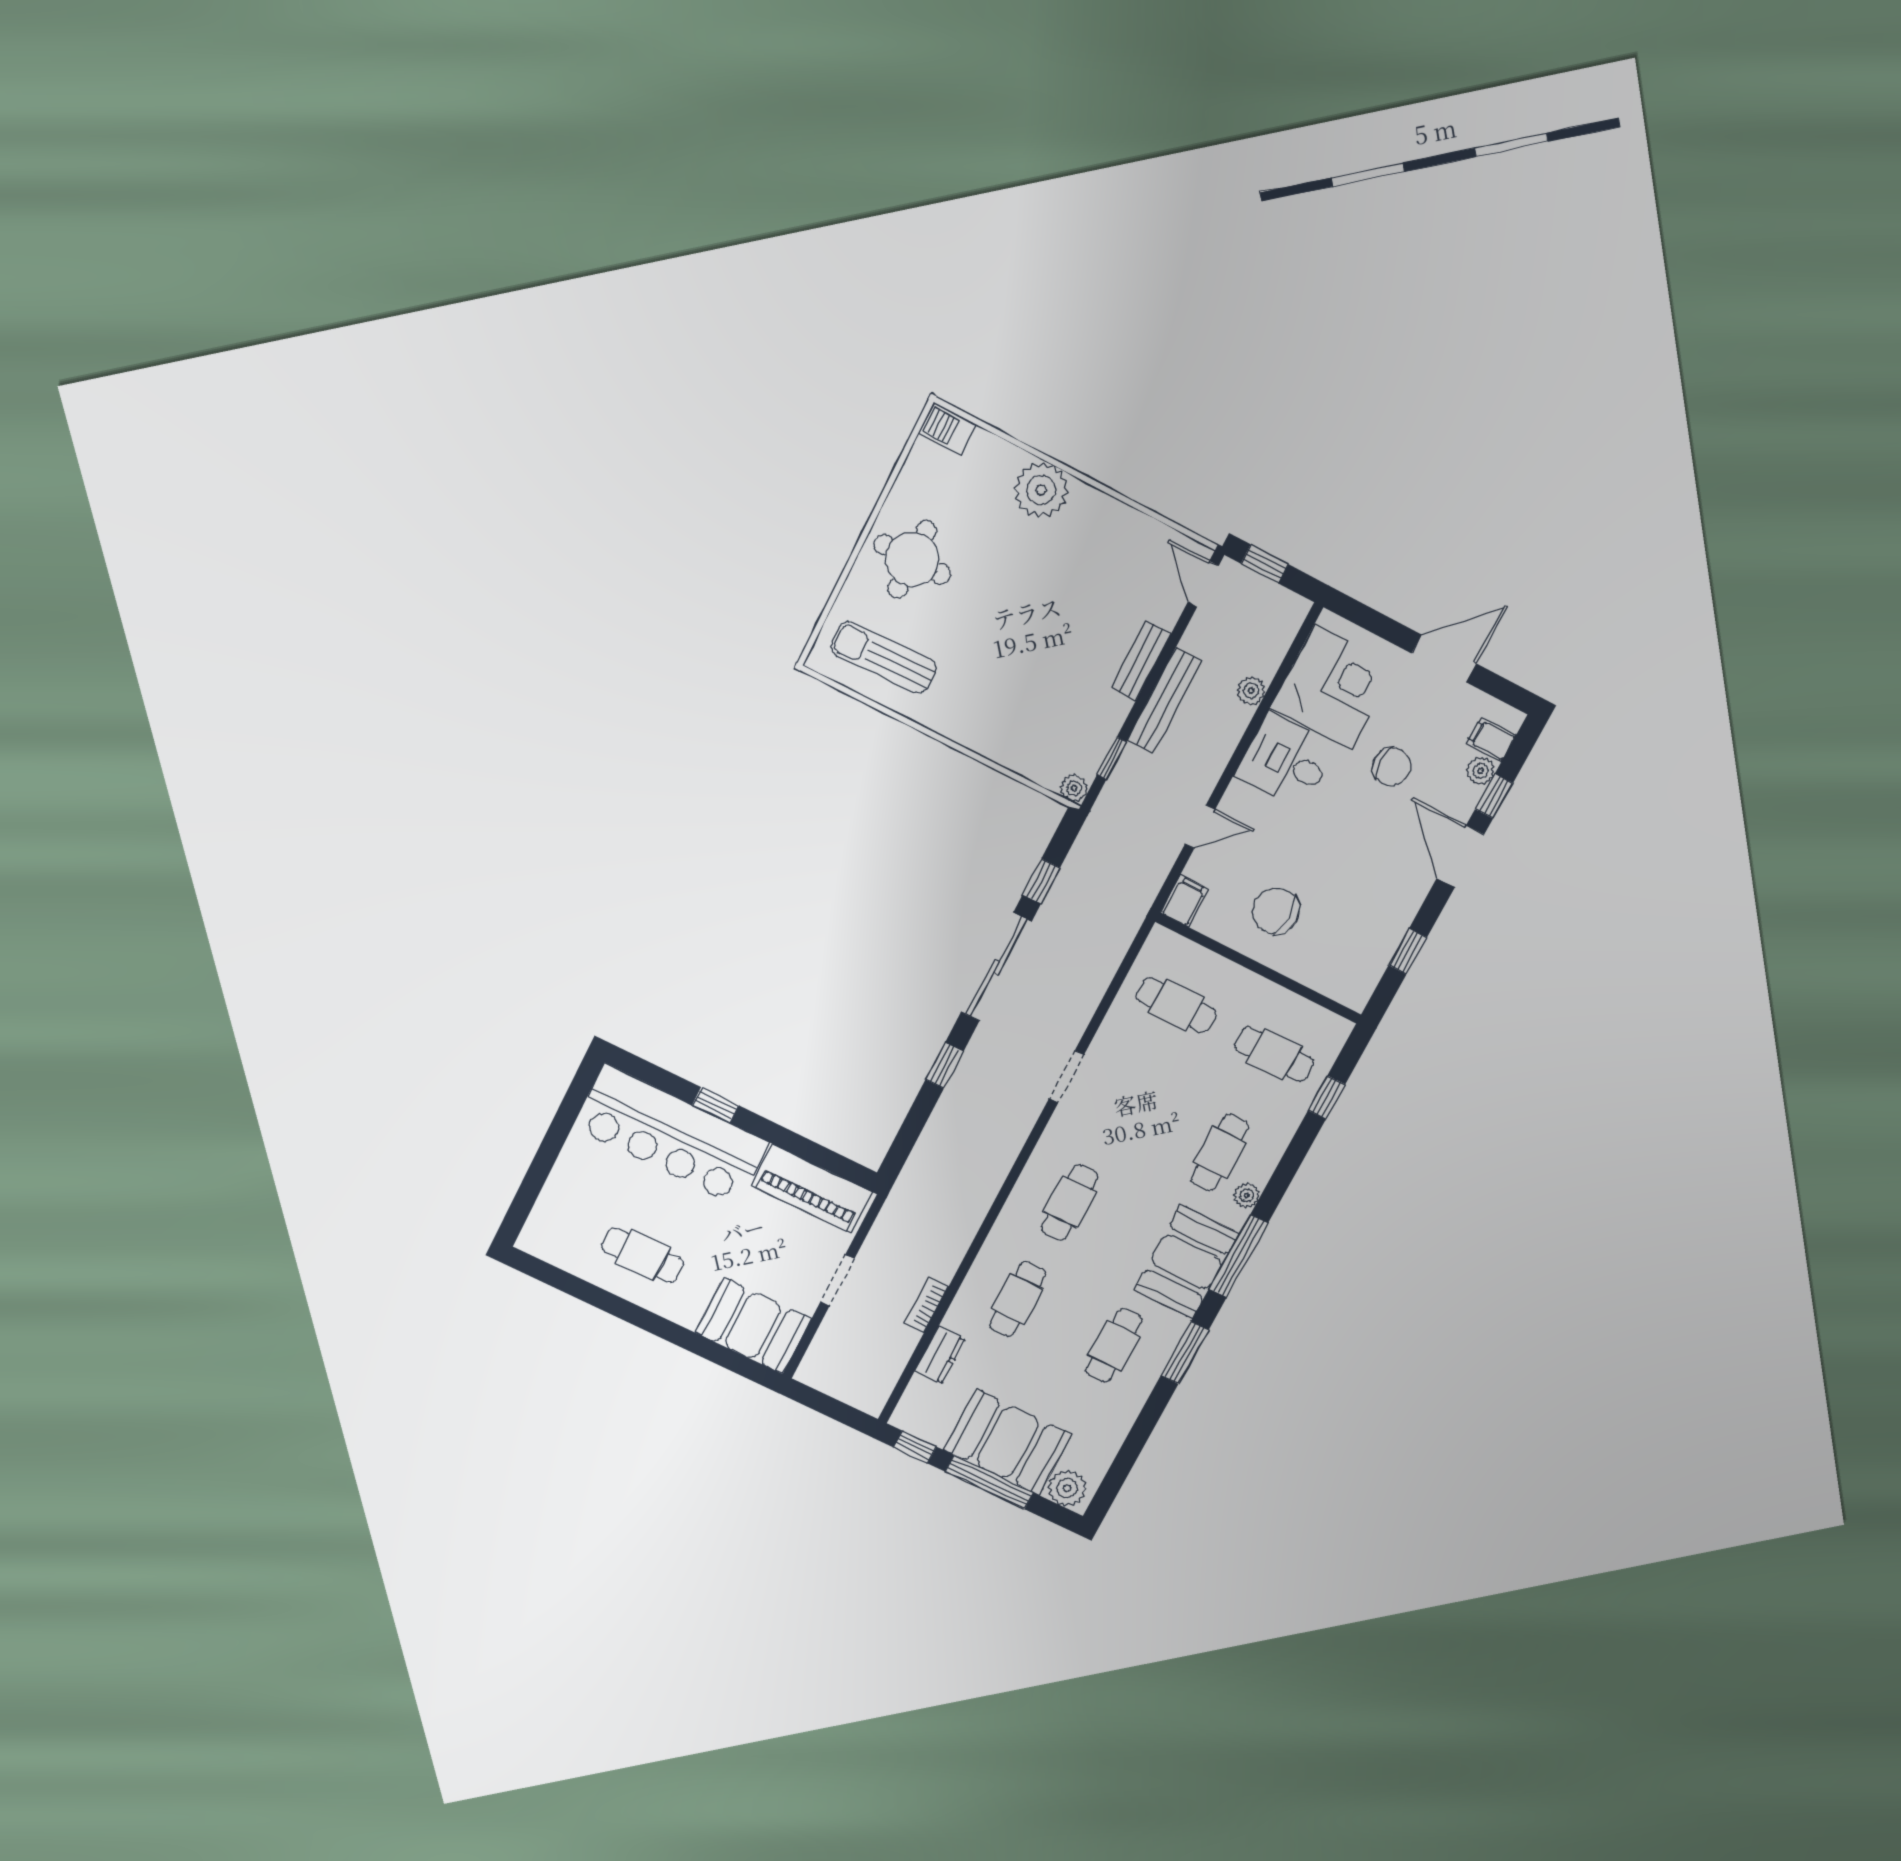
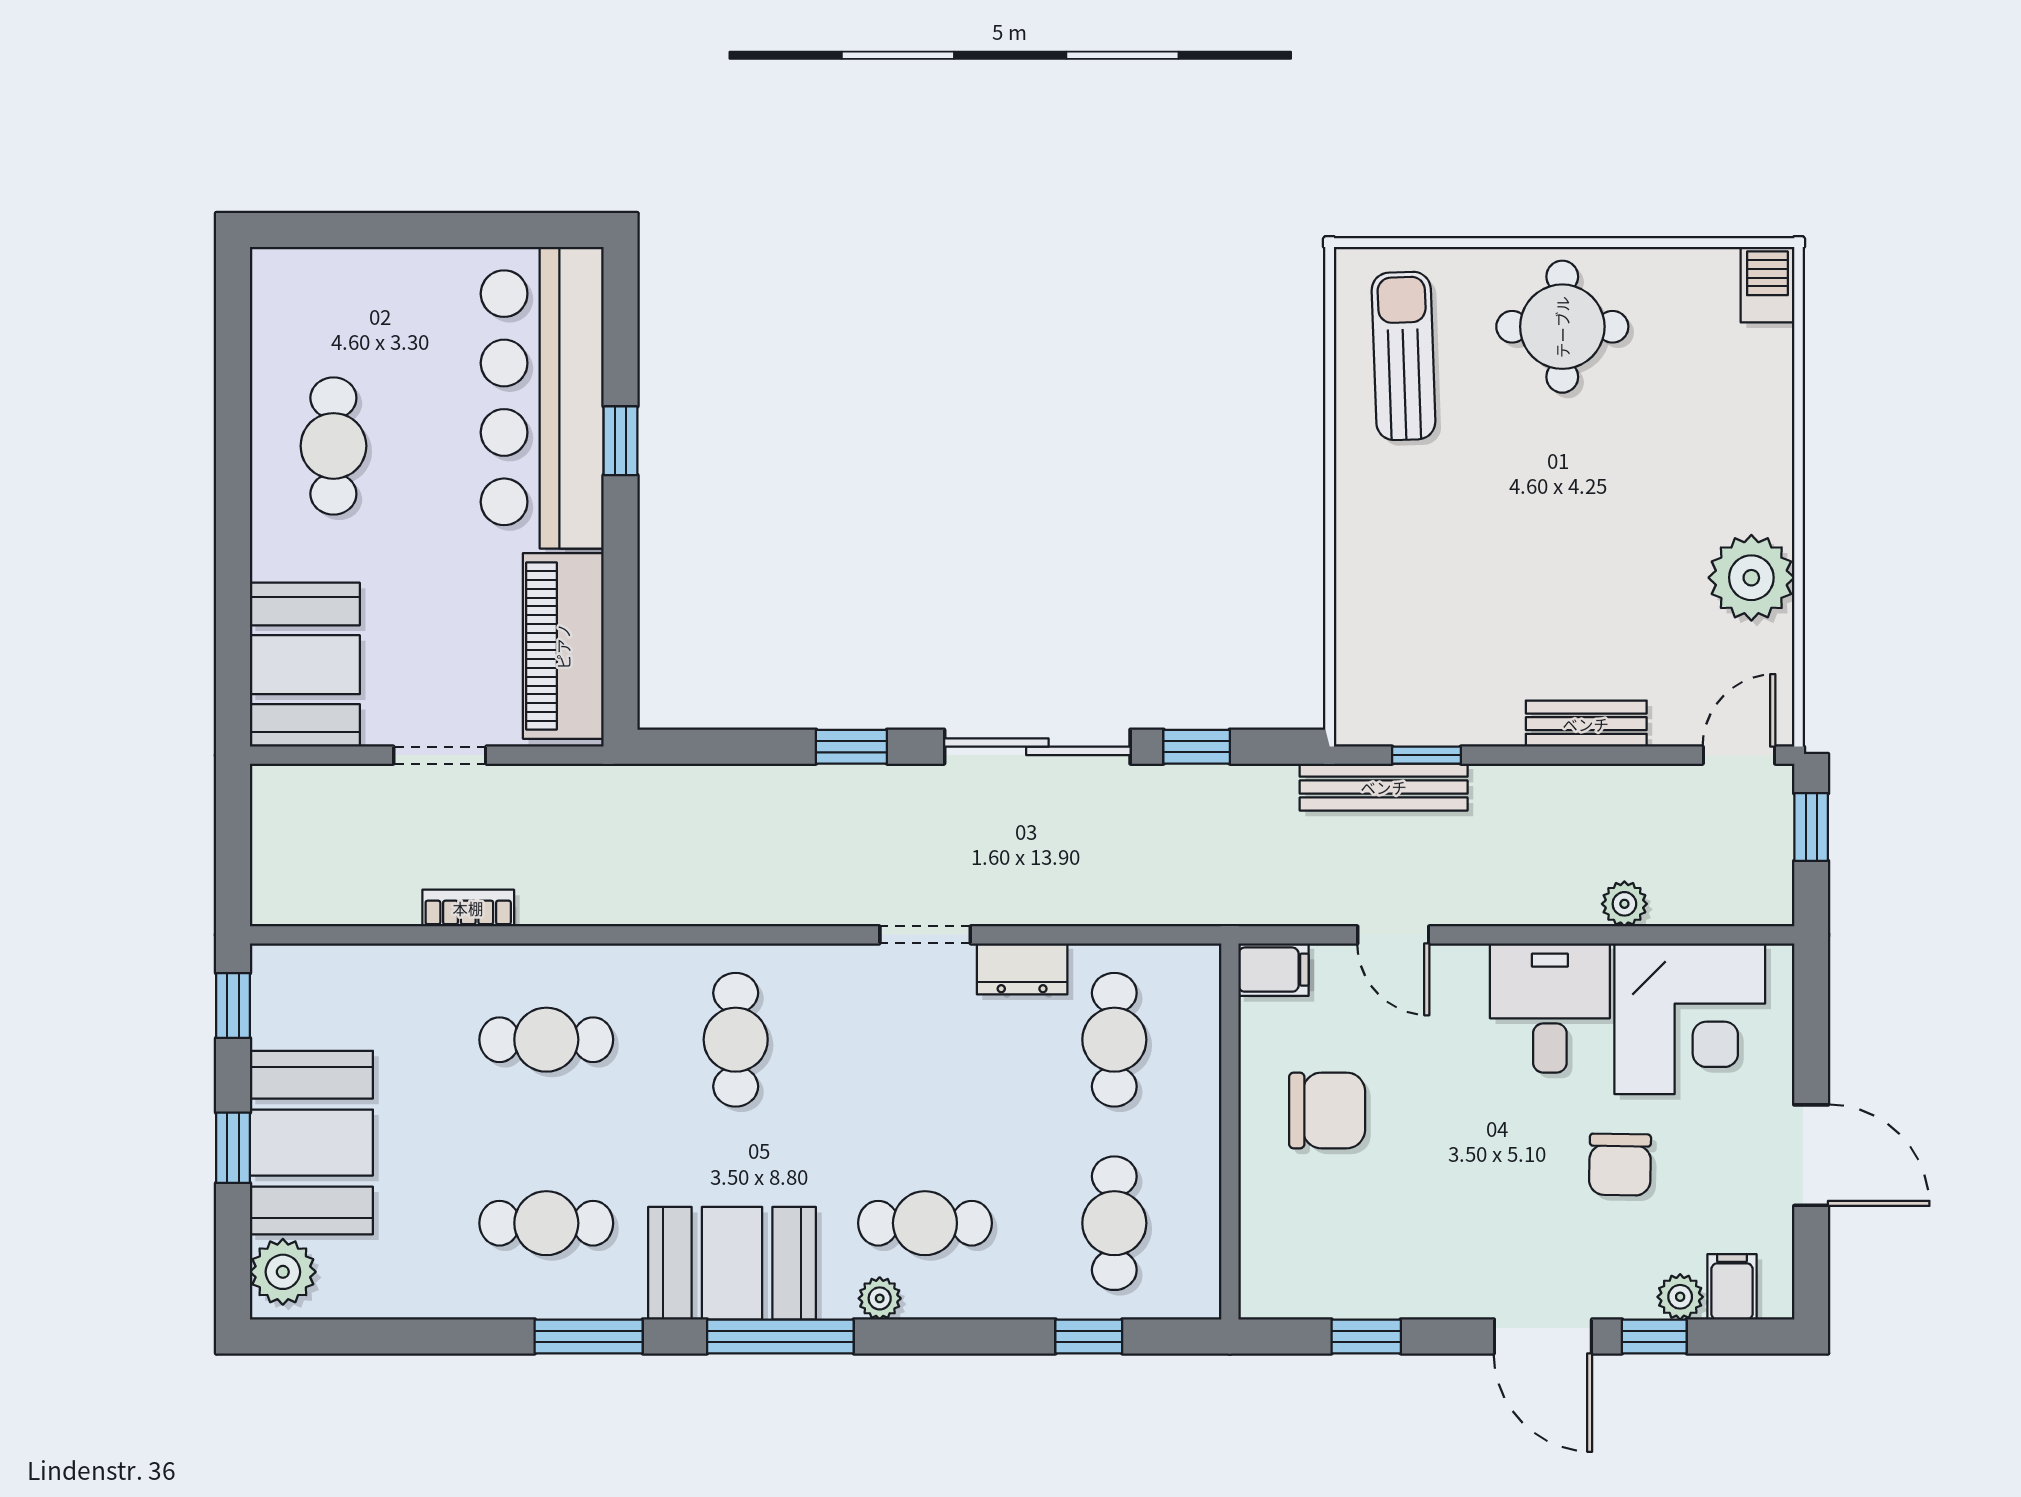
plant: (1041, 490) -> (1751, 578), moved
bench: (1164, 700) -> (1384, 787), moved
plant: (1074, 788) -> (1356, 724), removed
door: (1460, 856) -> (1543, 1336), swing flipped
chair: (1276, 911) -> (1327, 1110), turned 90
cafe table: (1070, 1202) -> (736, 1040), turned 90
dresser: (940, 1355) -> (1022, 969), moved
window: (989, 1482) -> (233, 1148), width x0.46

